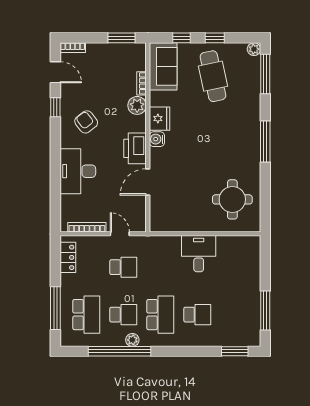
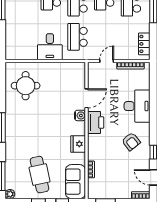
plant: (137, 105) -> (94, 153), removed
water cooler: (157, 139) -> (80, 115), moved
door: (120, 234) -> (107, 61), swing flipped
school desk: (123, 267) -> (78, 37), moved, width x1.85

